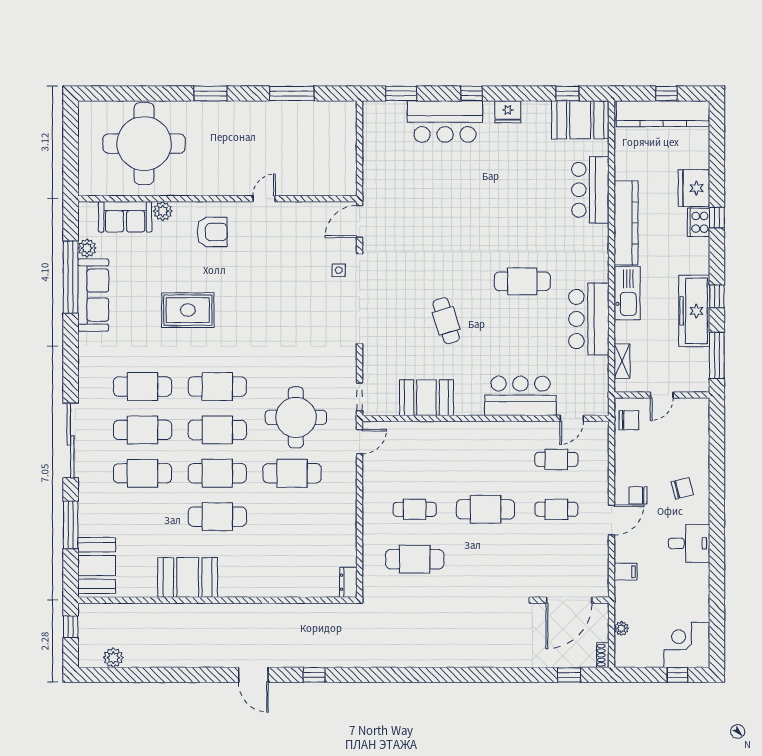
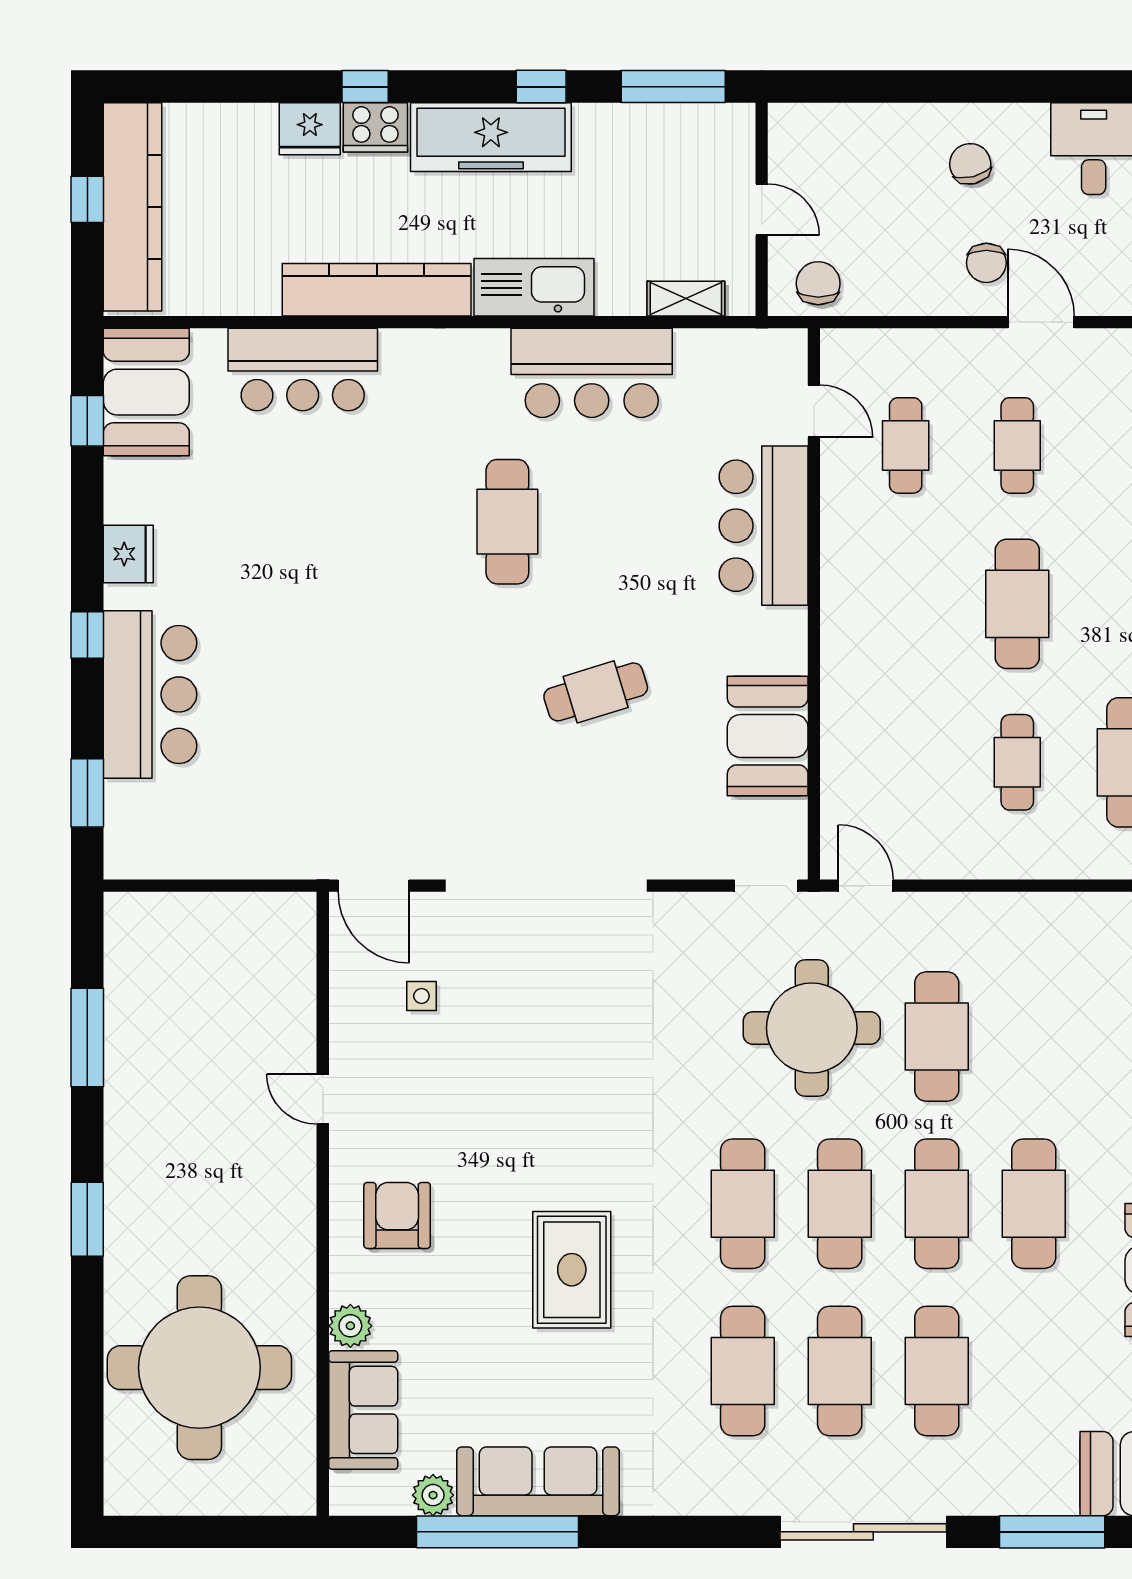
fridge: (694, 188) -> (310, 129), width x0.73, depth x0.75
side table: (339, 270) -> (421, 996), moved
freezer: (694, 311) -> (491, 137), moved

